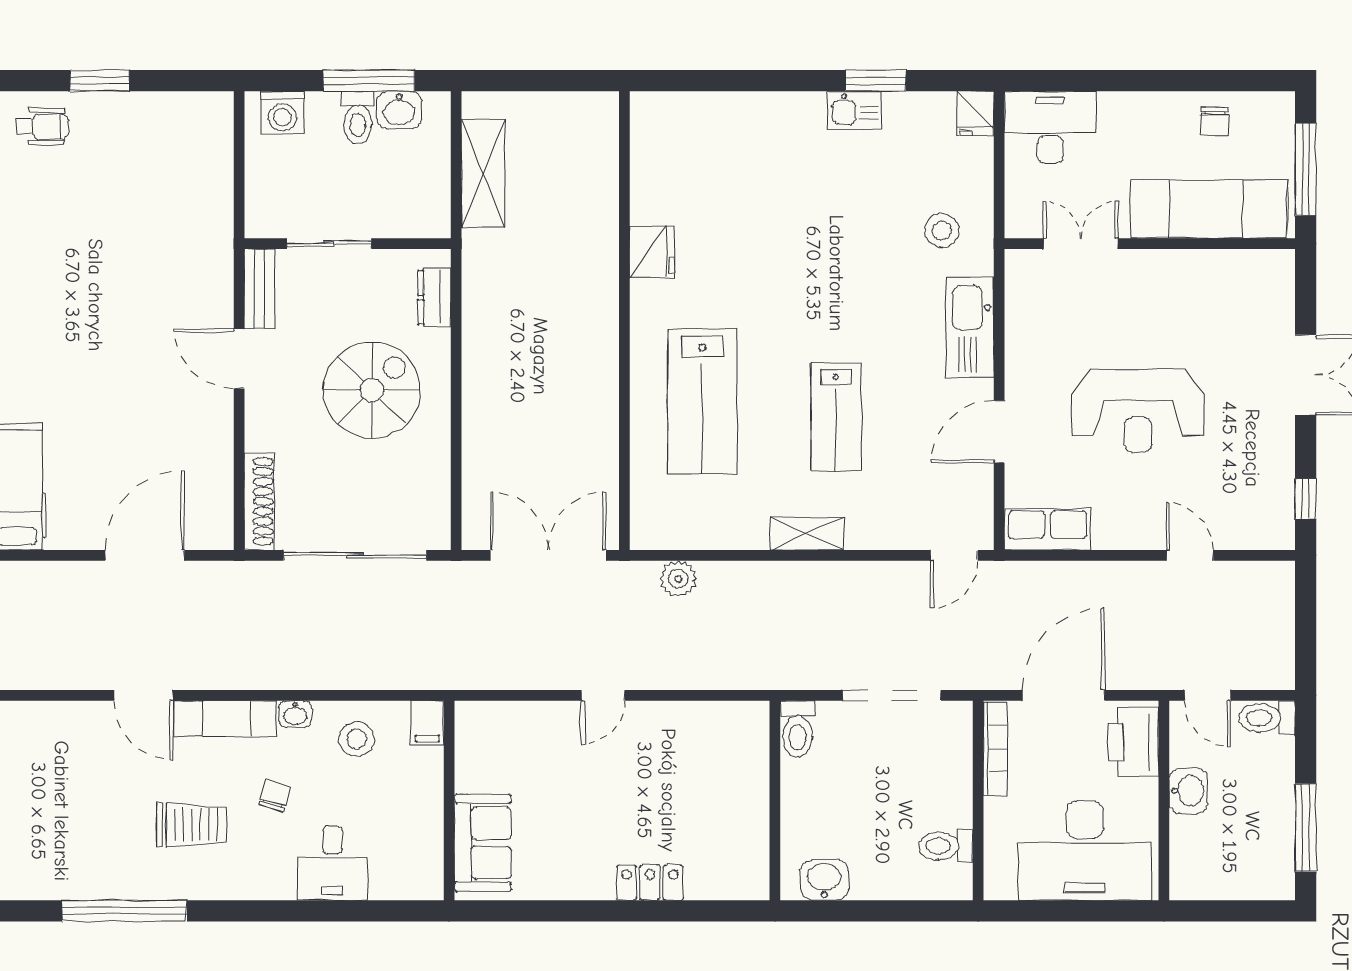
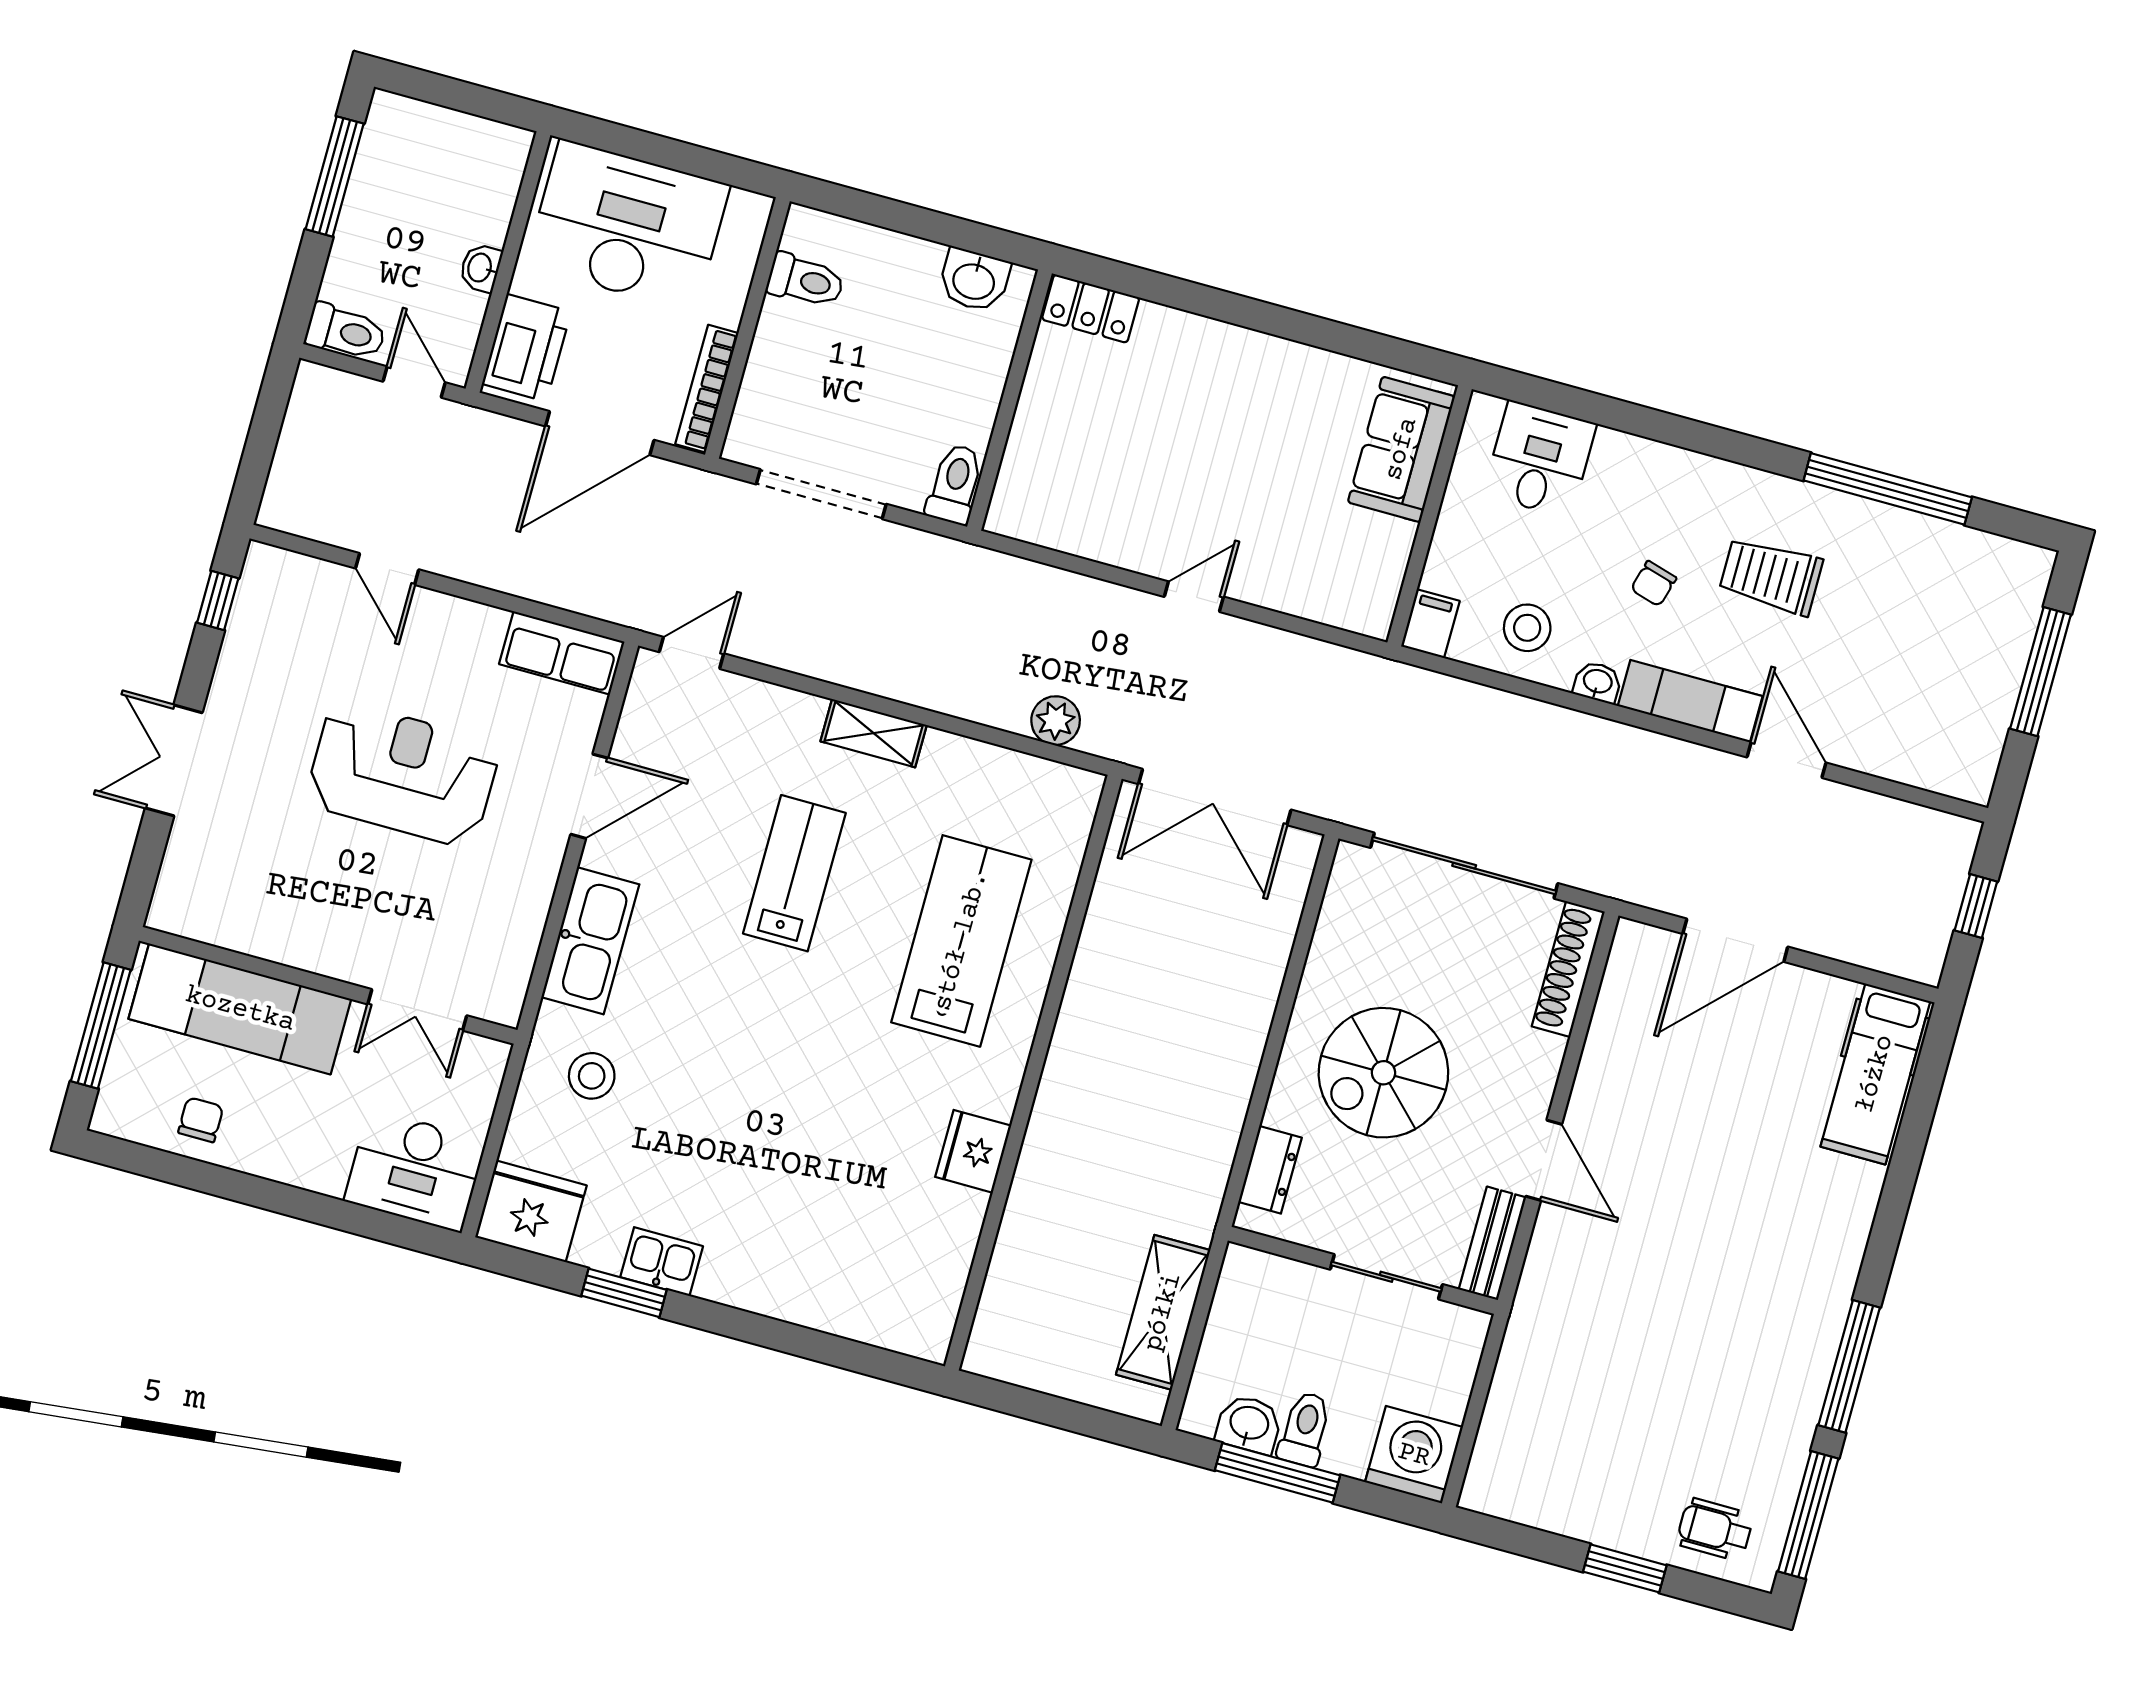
washing machine: (282, 113) -> (1414, 1455), width x1.37, depth x1.37
fridge: (975, 113) -> (531, 1211), width x1.88, depth x1.34
washbasin: (1188, 791) -> (481, 268), width x0.72, depth x0.69
desk: (332, 863) -> (1540, 459), moved
locker: (650, 883) -> (1091, 308), moved

